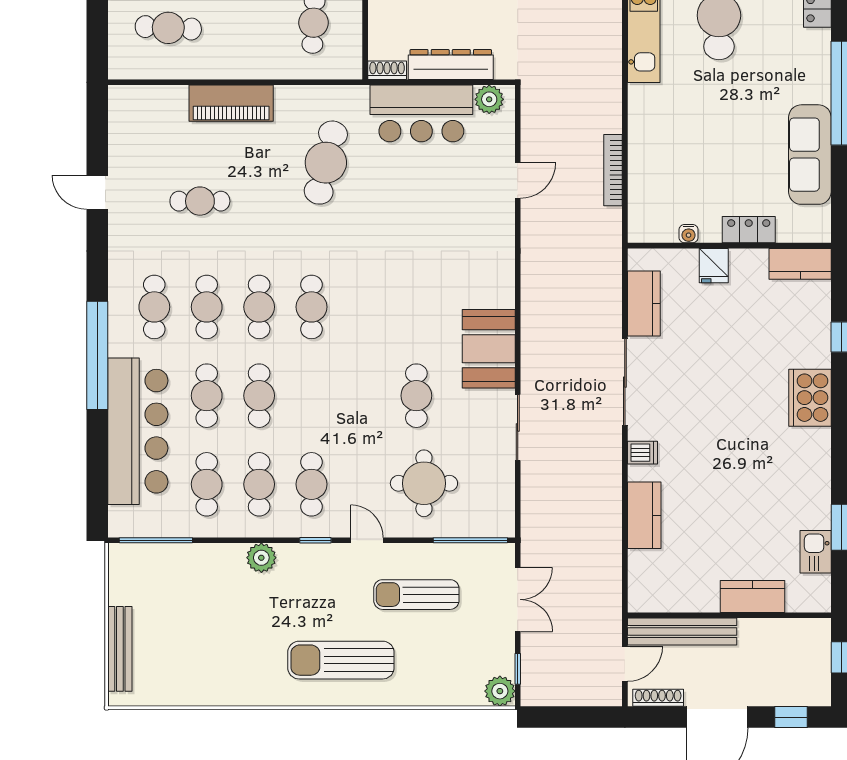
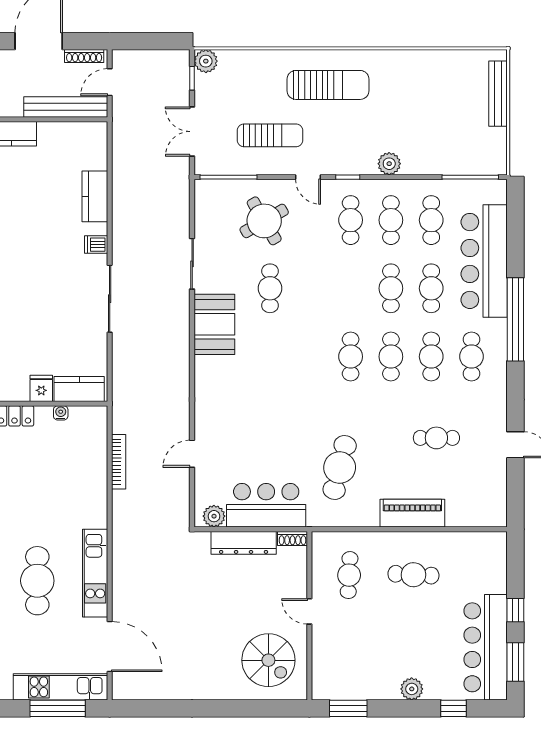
cafe table: (168, 28) -> (413, 575), moved
kitchen counter: (644, 304) -> (79, 389), moved, turned 90
round table: (424, 483) -> (264, 221), turned -30

